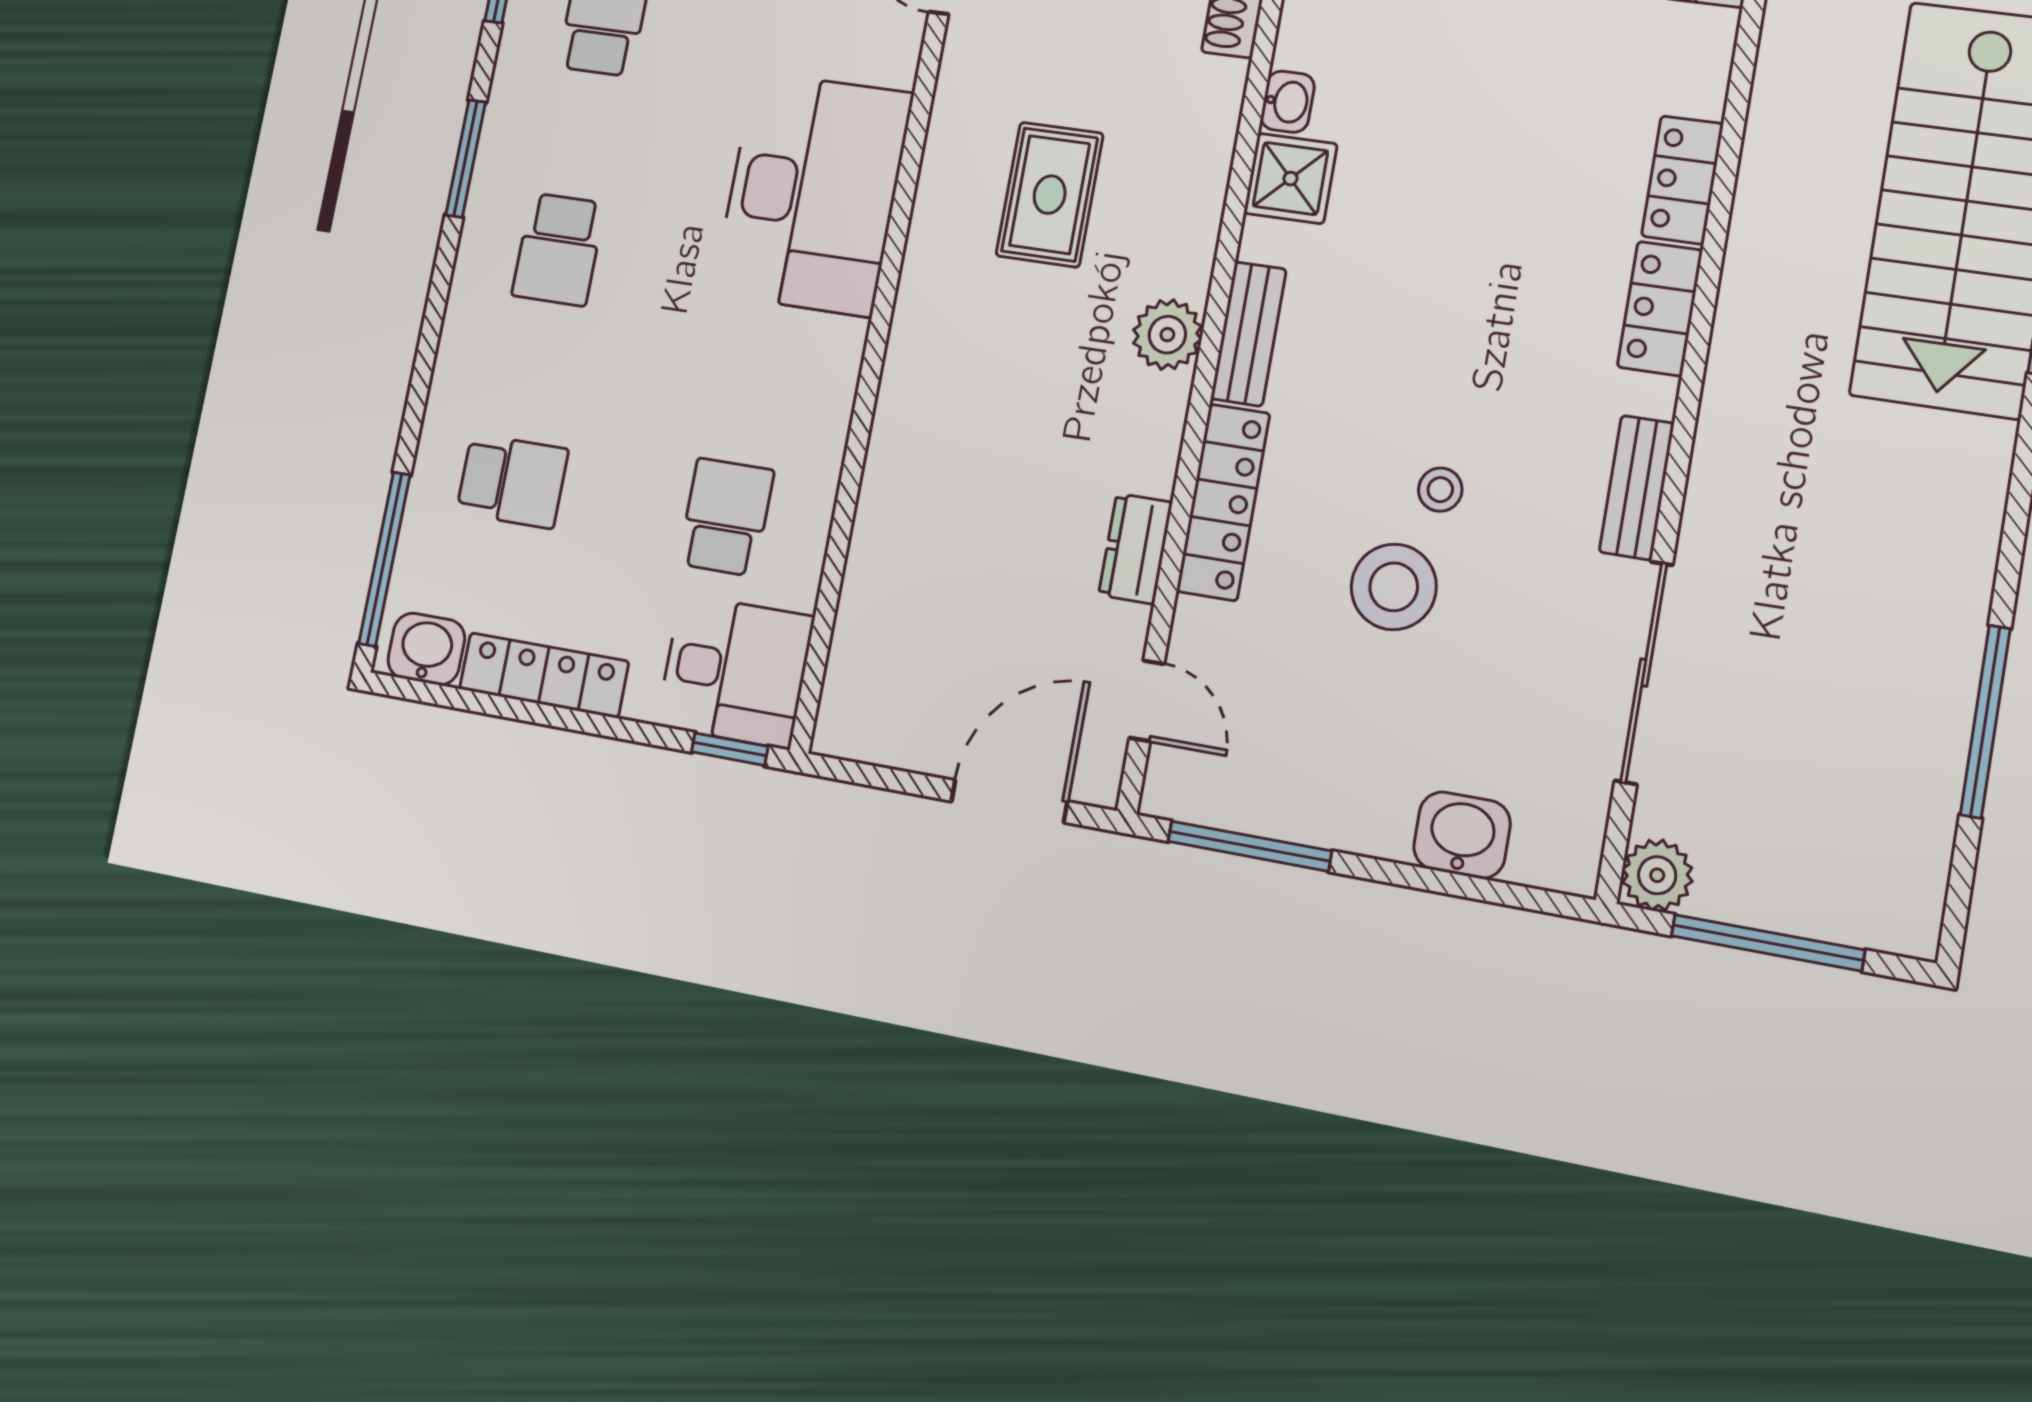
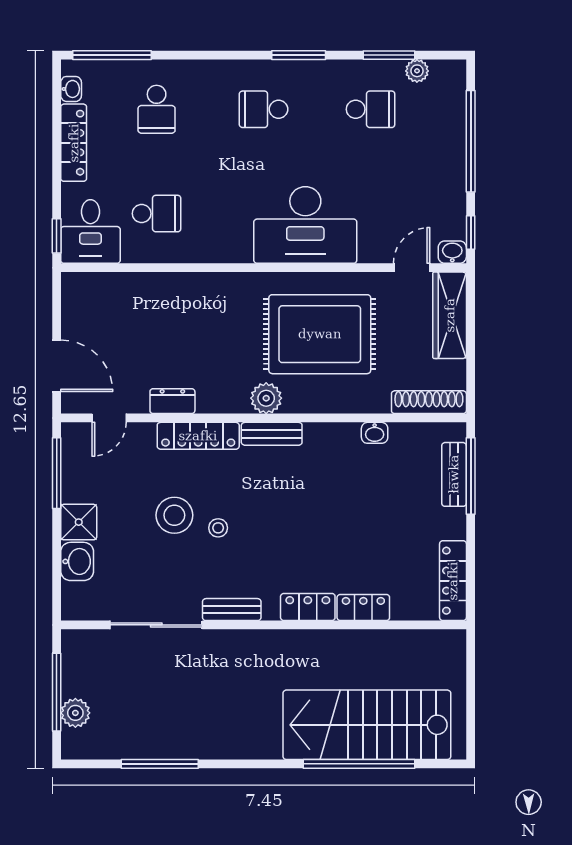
shower: (1290, 179) -> (79, 522), moved
rug: (1050, 195) -> (320, 334), width x1.86, depth x2.06
washbasin: (426, 649) -> (71, 89), width x0.72, depth x0.69
plant: (1657, 875) -> (75, 713), moved

